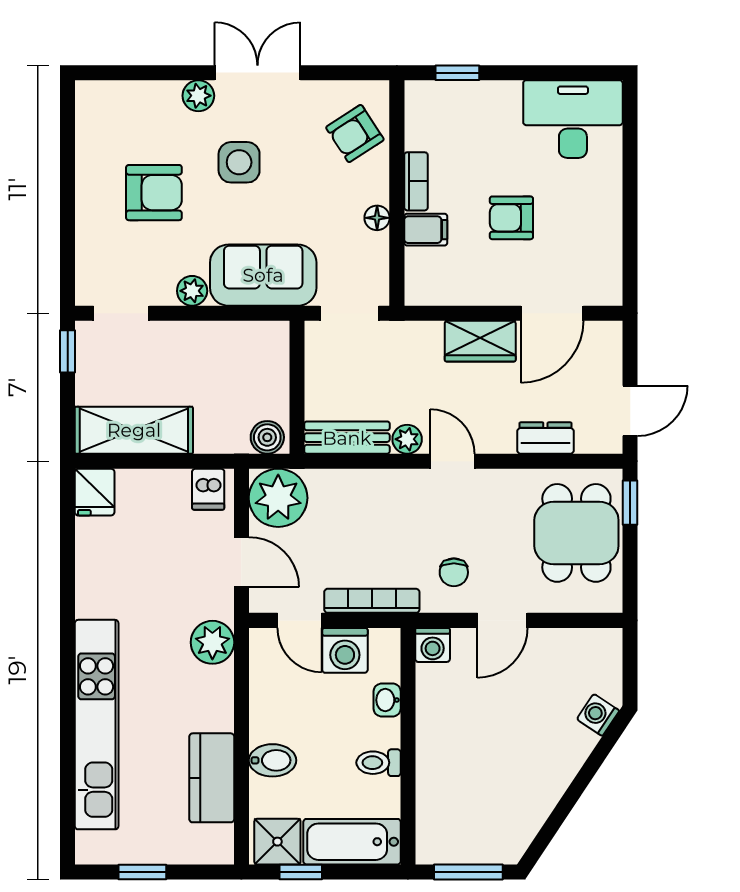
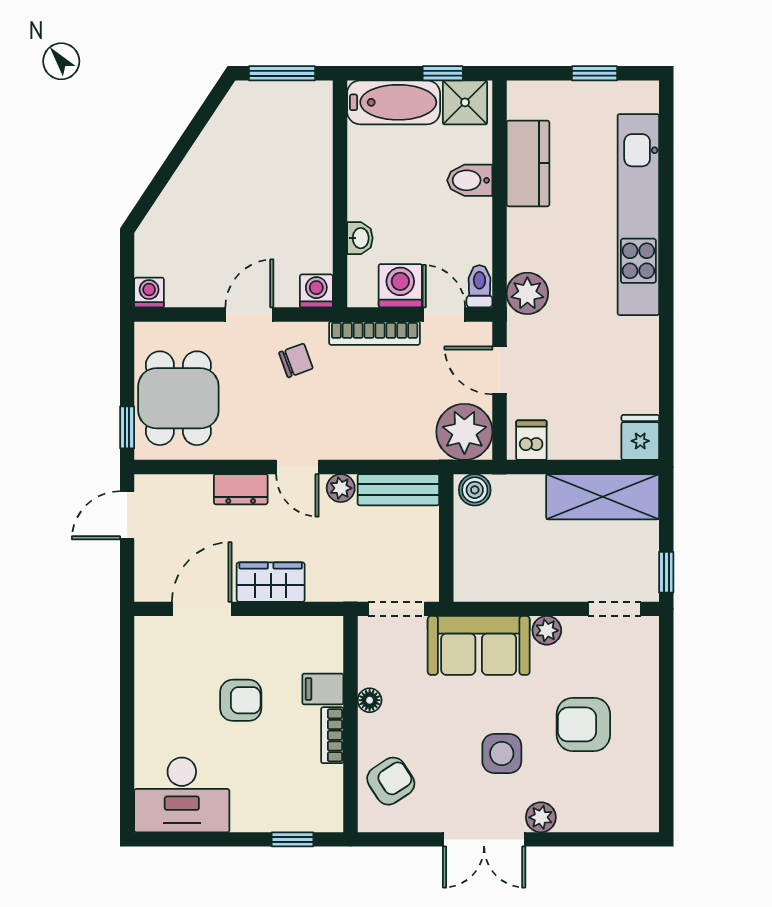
dresser: (545, 438) -> (241, 489), moved
chair: (454, 572) -> (296, 360), turned 70
washing machine: (598, 715) -> (149, 293), moved, turned -124
toilet: (379, 763) -> (479, 286), moved, turned -90

